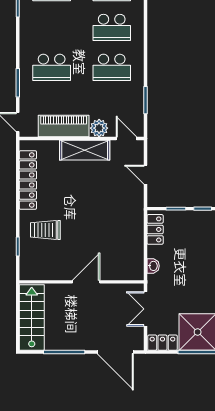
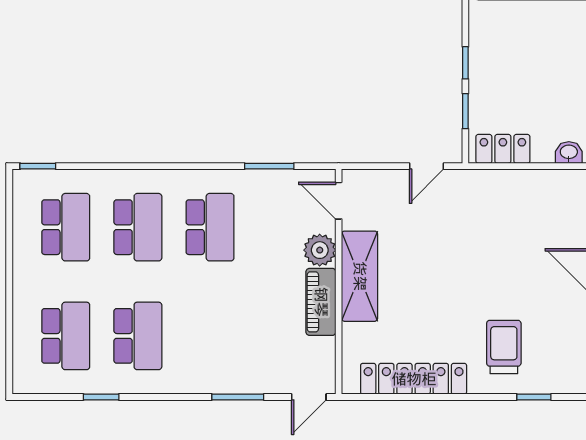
school desk: (52, 67) -> (138, 336), moved
piano: (64, 126) -> (321, 302), width x0.73, depth x0.75
door: (126, 139) -> (339, 201), hinge flipped
door: (146, 175) -> (427, 166), moved
trolley: (45, 230) -> (504, 347), turned 180

